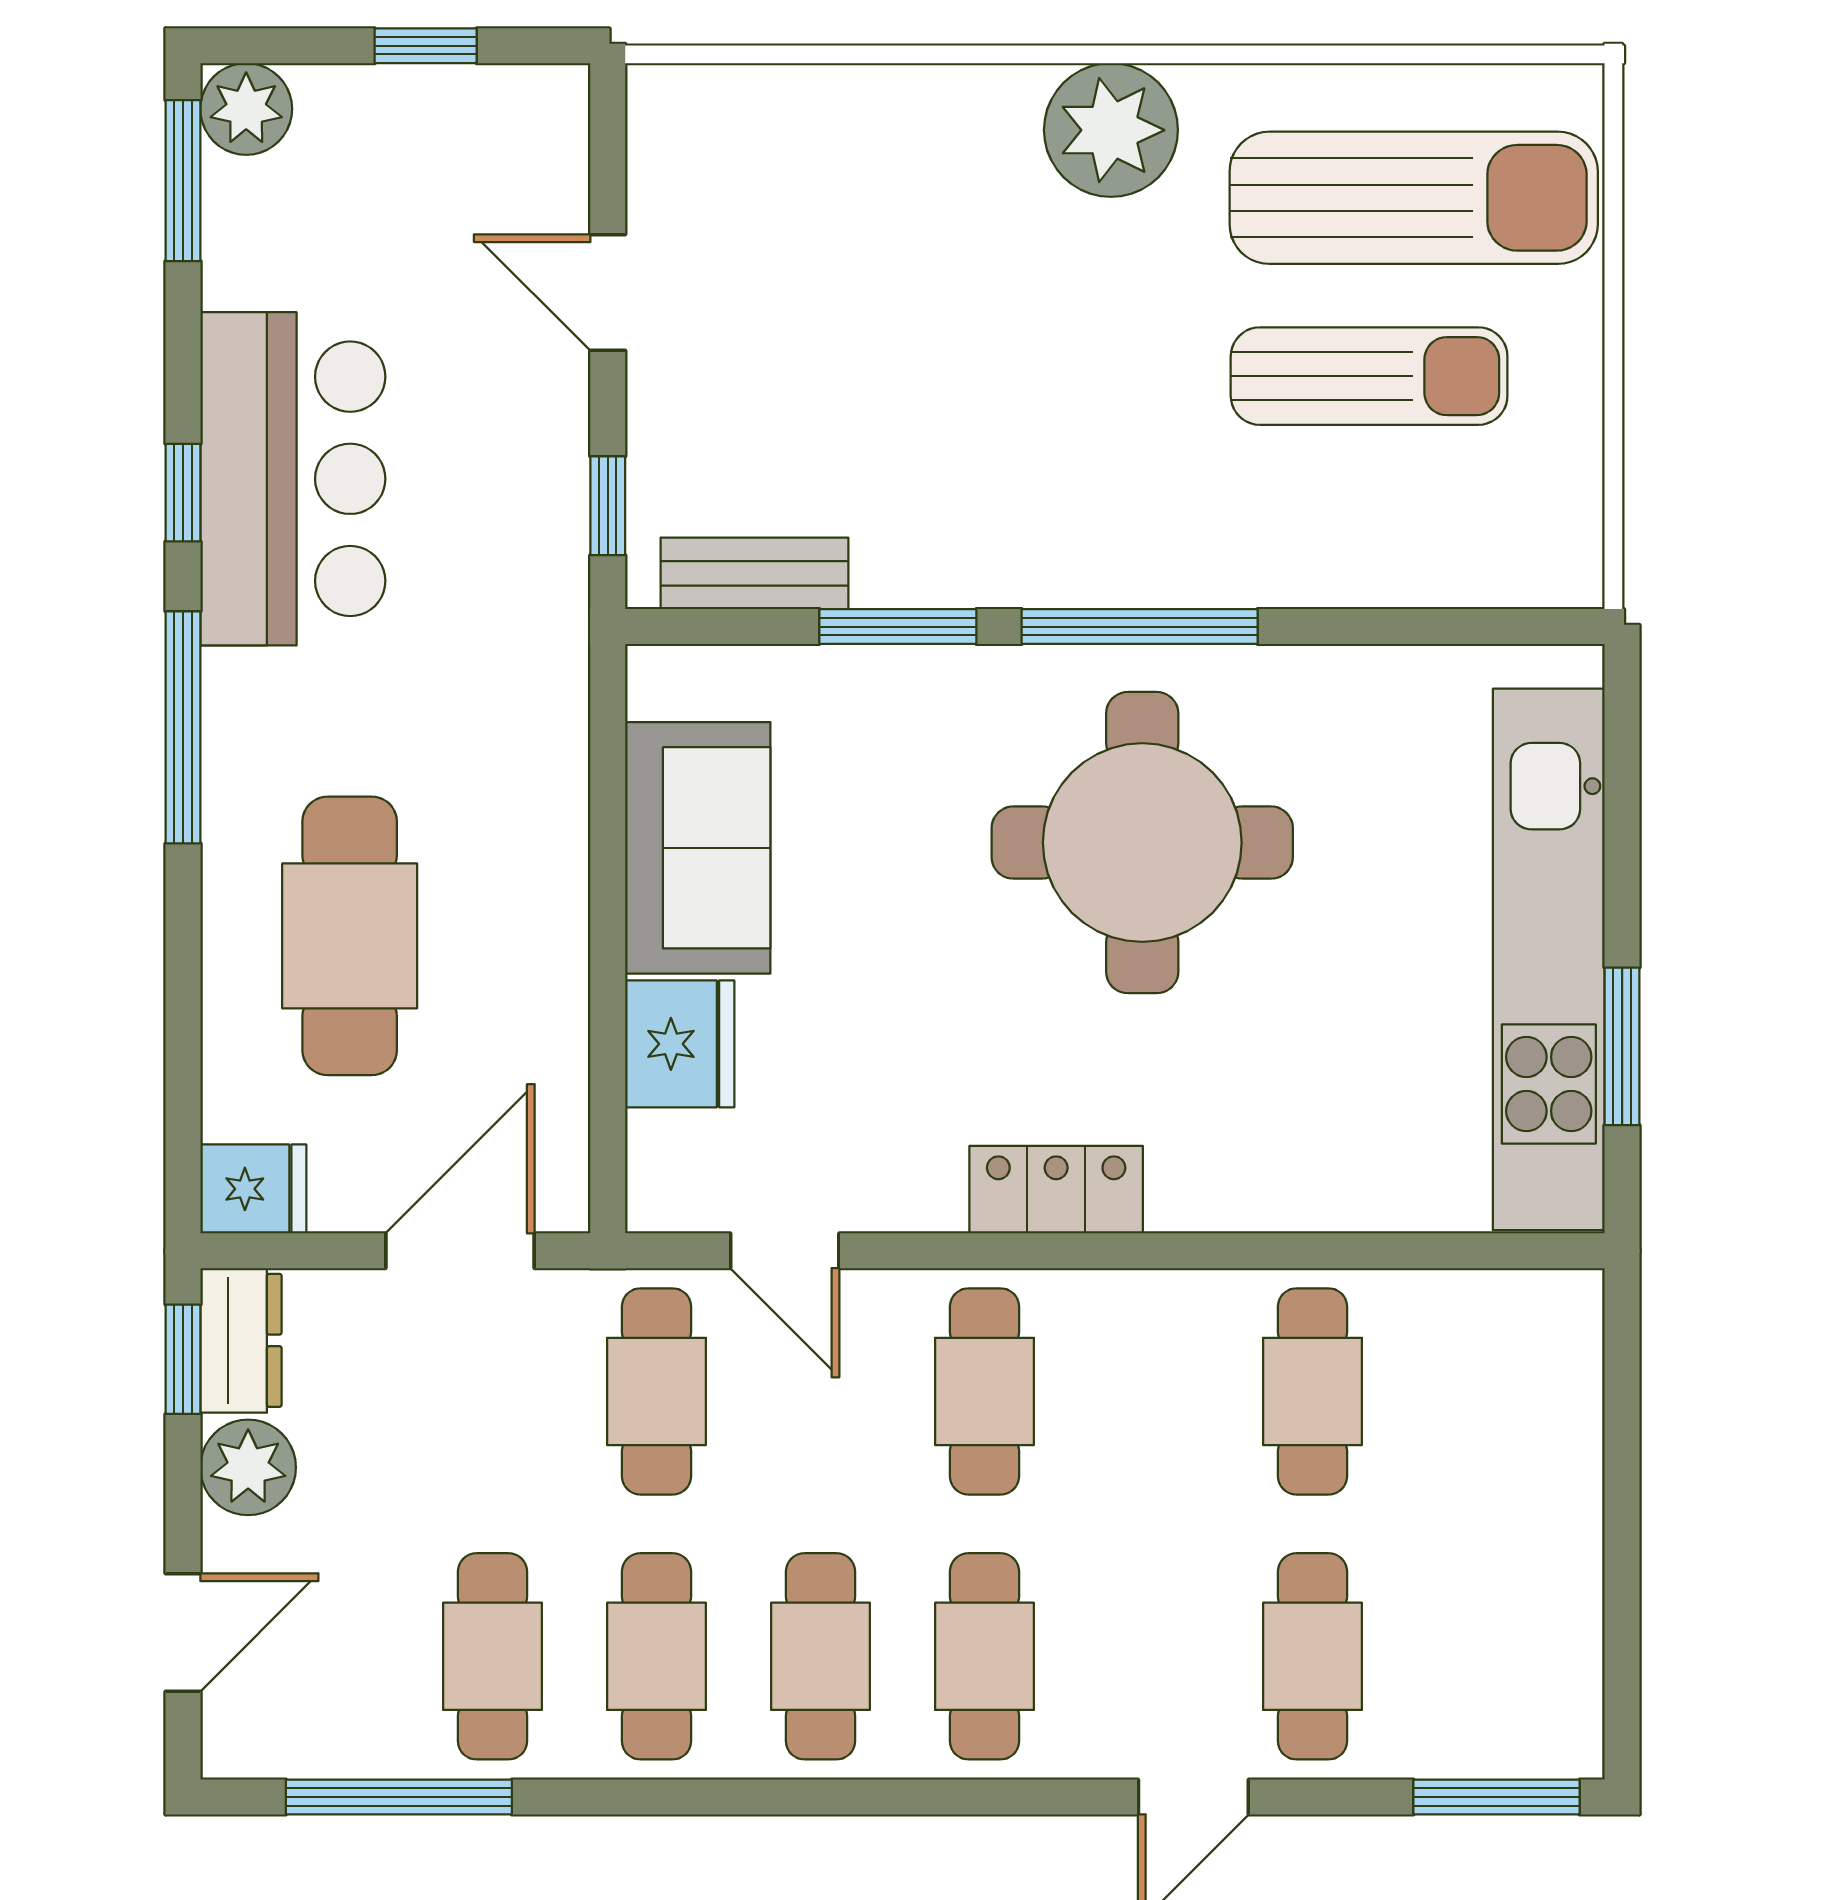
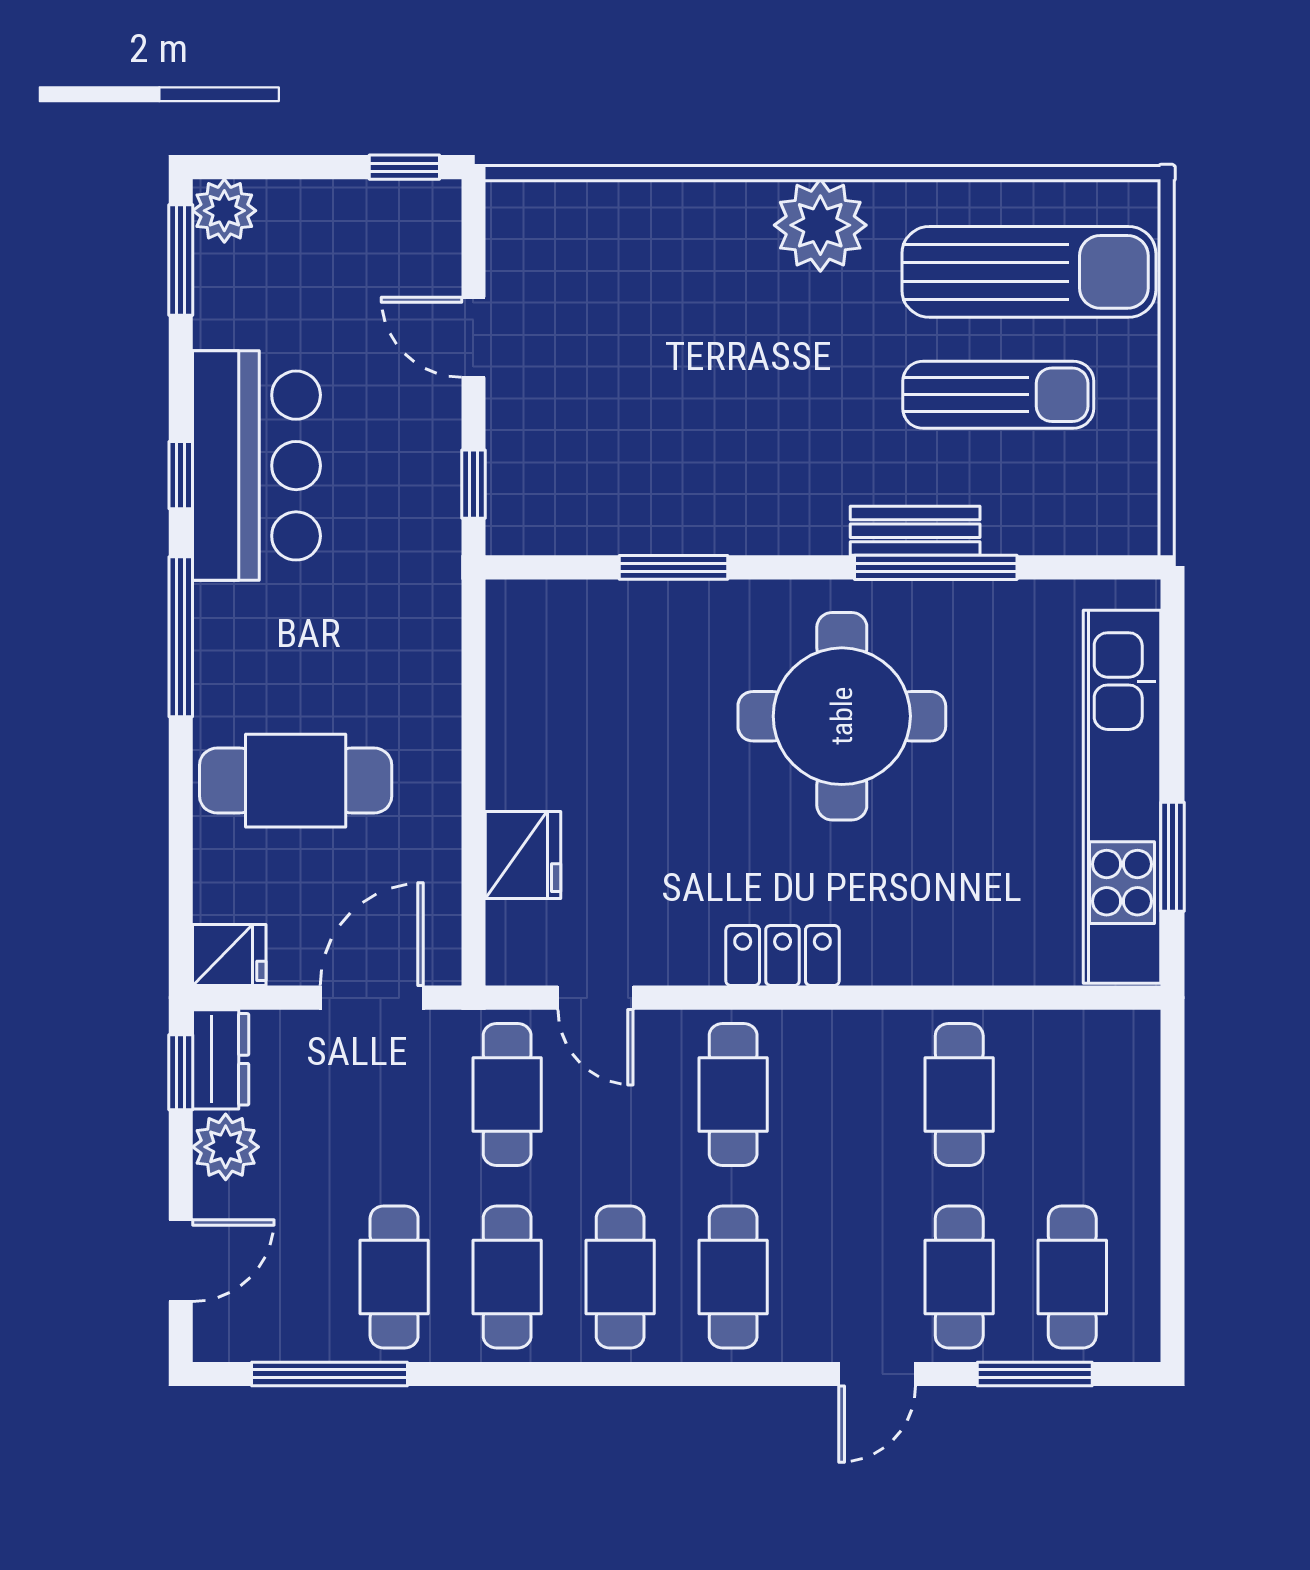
window: (426, 46) -> (404, 167), moved
bench: (754, 573) -> (915, 531), moved
window: (1140, 627) -> (936, 567), moved
sofa: (698, 848) -> (536, 720), removed
cafe table: (350, 936) -> (296, 781), turned 90
cafe table: (1477, 1656) -> (1072, 1277), added
window: (1497, 1797) -> (1035, 1374), moved

